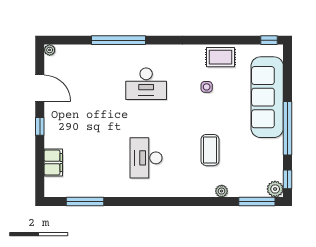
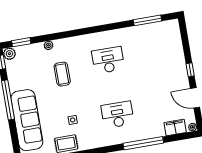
desk: (146, 158) -> (108, 60), turned -90
filing cabinet: (53, 162) -> (175, 128), moved, turned 90
window: (257, 201) -> (21, 42), width x0.69

